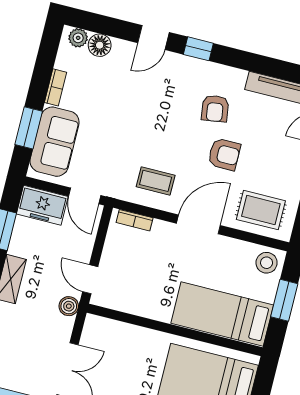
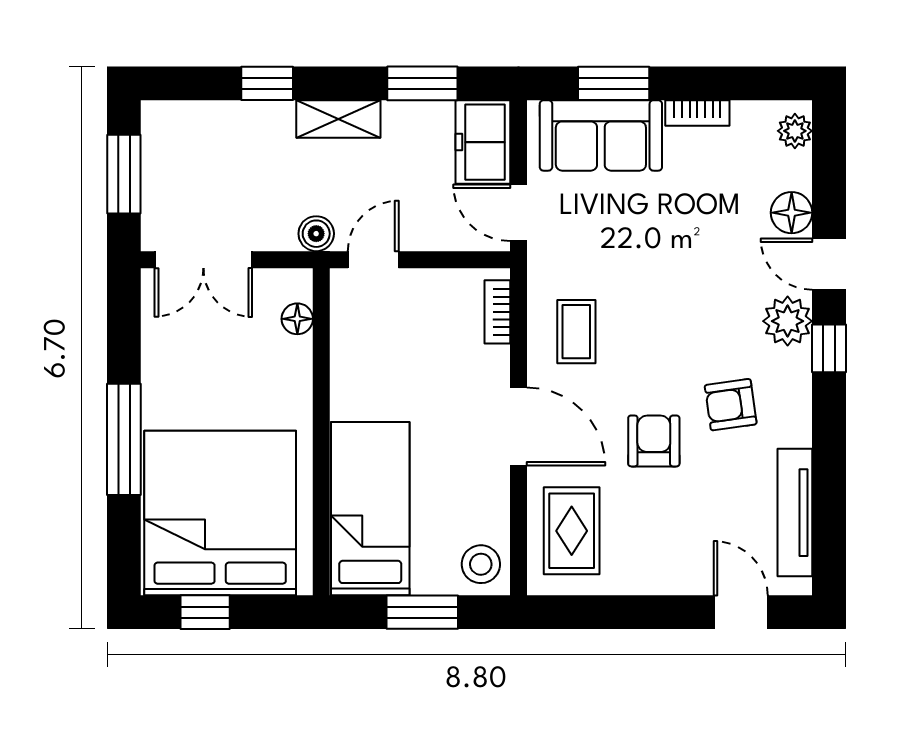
floor lamp: (100, 45) -> (792, 213), moved
plant: (178, 67) -> (788, 321), added
armchair: (224, 154) -> (654, 441), turned 180
door: (85, 196) -> (518, 213), hinge flipped
floor lamp: (112, 328) -> (297, 319), added

